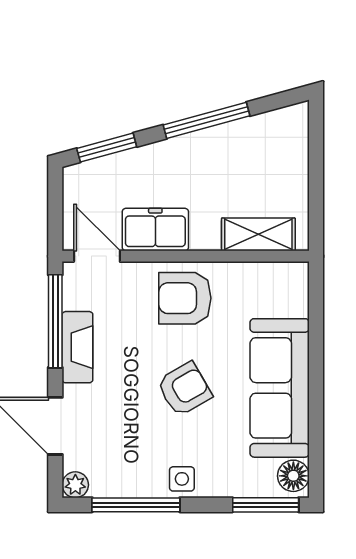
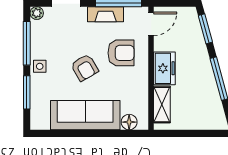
freezer: (155, 230) -> (164, 68), moved
armchair: (185, 298) -> (121, 53), moved, turned 90
floor lamp: (293, 476) -> (129, 122), moved
window: (266, 505) -> (27, 92), moved

